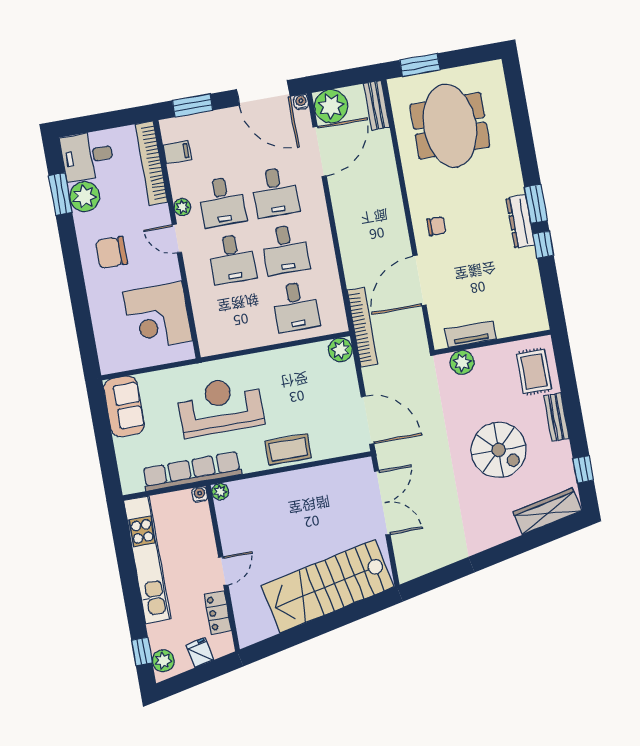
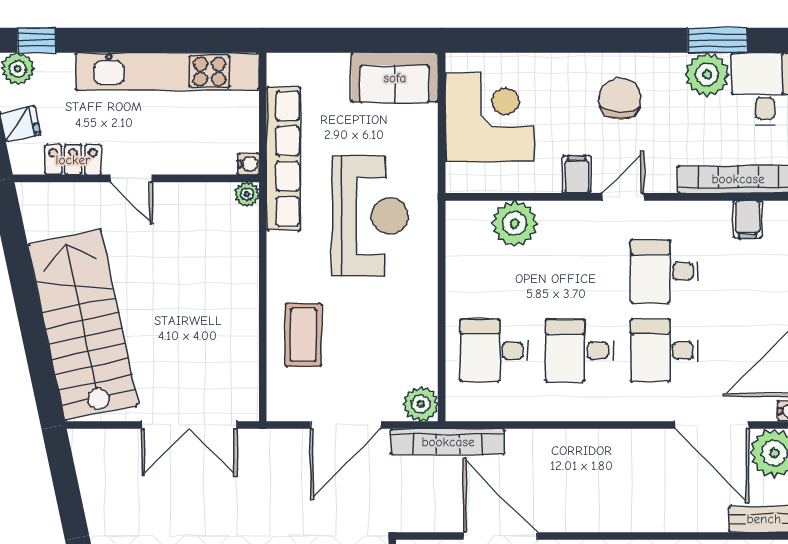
plant: (182, 207) -> (514, 223), moved, width x1.88, depth x1.88
desk: (232, 259) -> (579, 271), removed
filing cabinet: (167, 272) -> (577, 174), added
corner desk: (158, 316) -> (490, 117), moved, turned 90
door: (368, 420) -> (346, 425), moved
coffee table: (288, 449) -> (303, 335), moved

